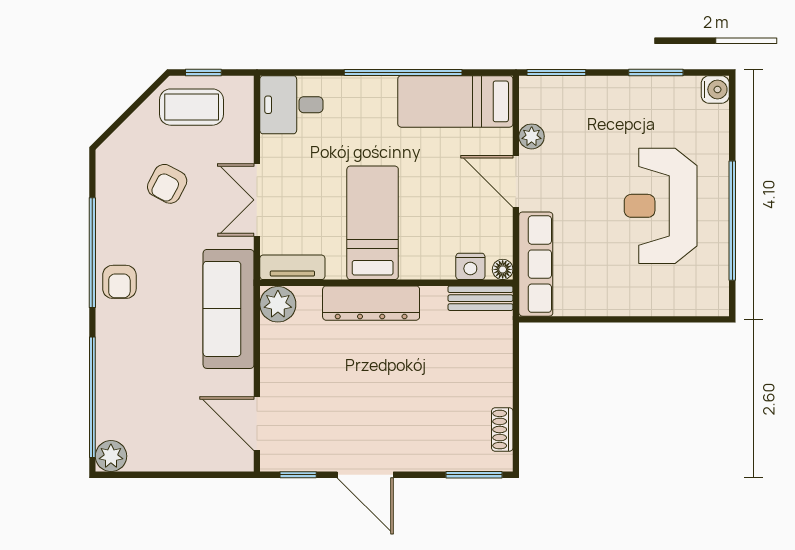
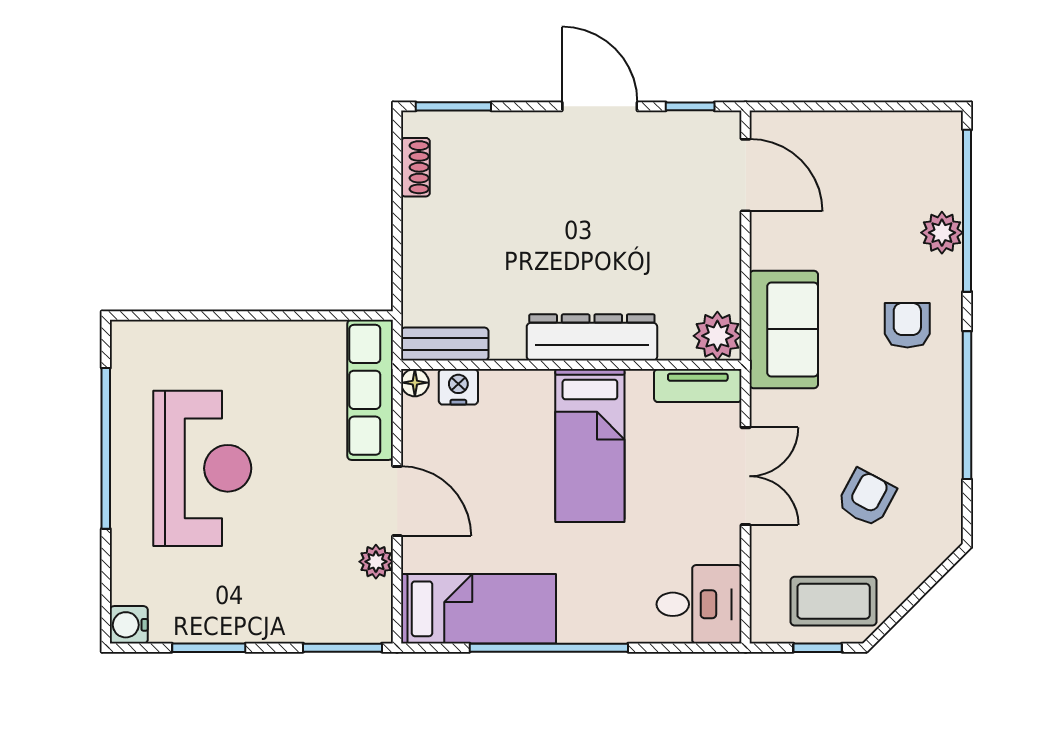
armchair: (119, 282) -> (907, 325), moved
sofa: (229, 309) -> (784, 329), width x0.73
plant: (111, 456) -> (942, 233), moved

